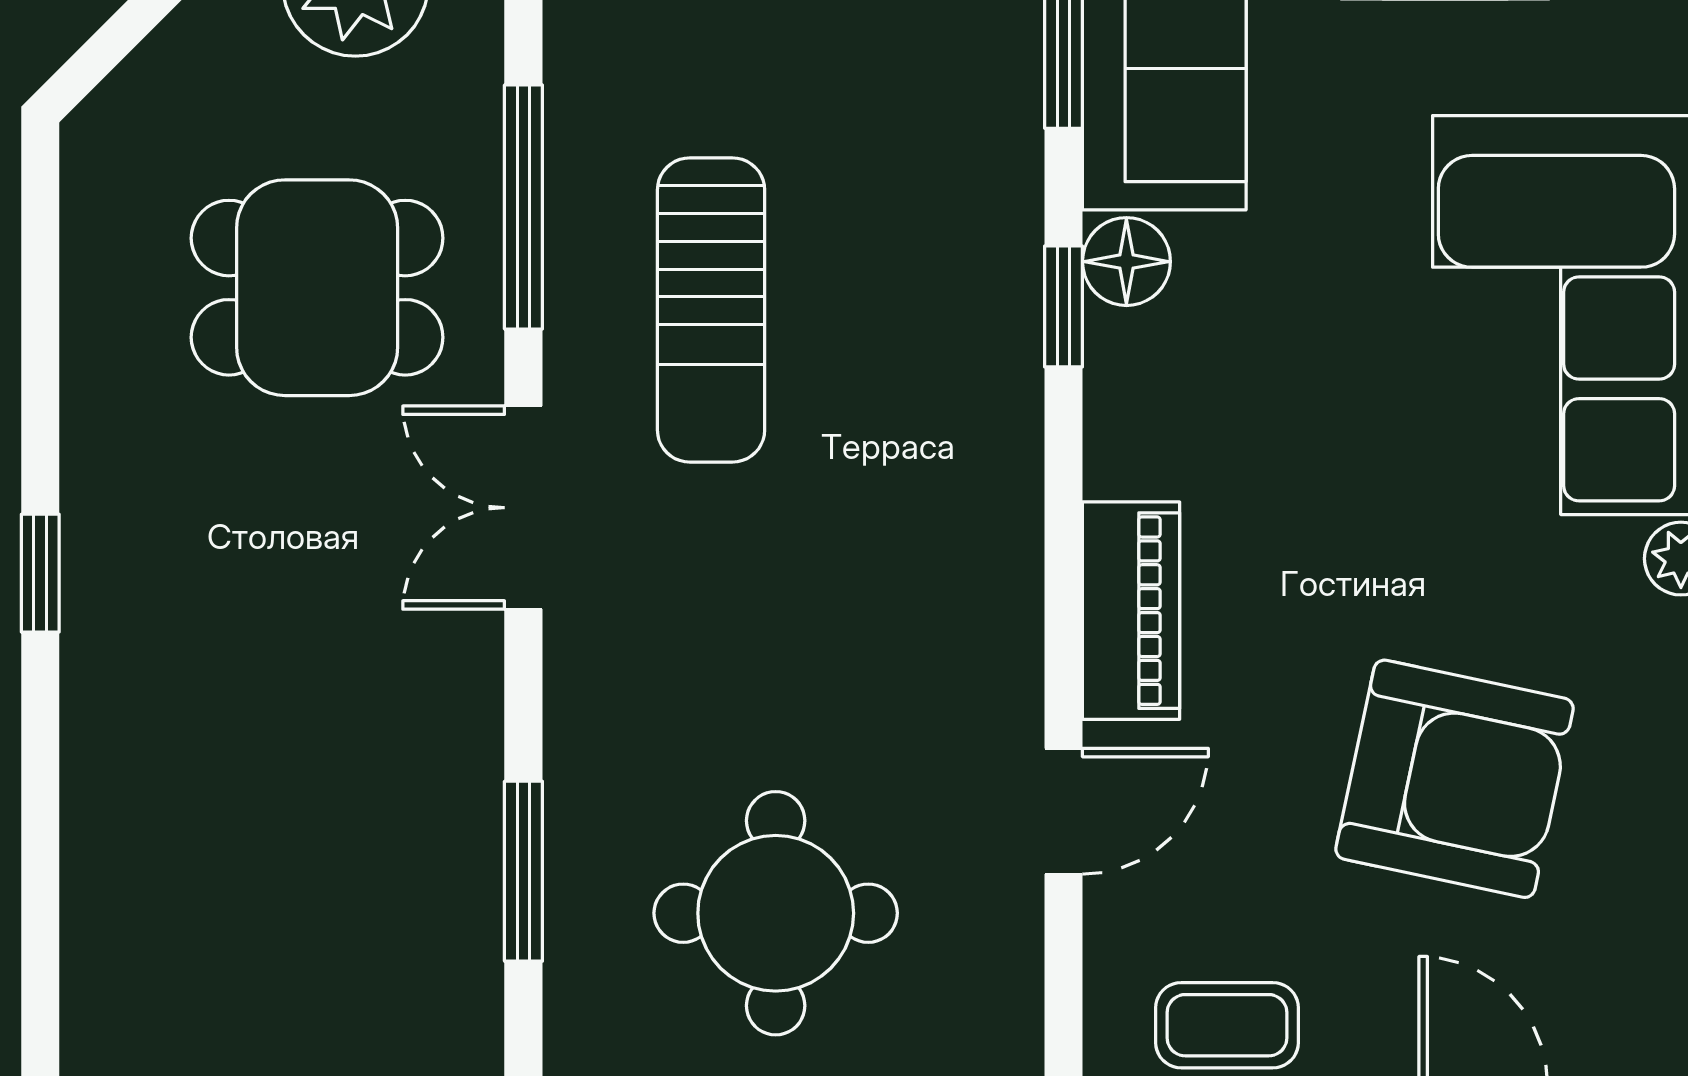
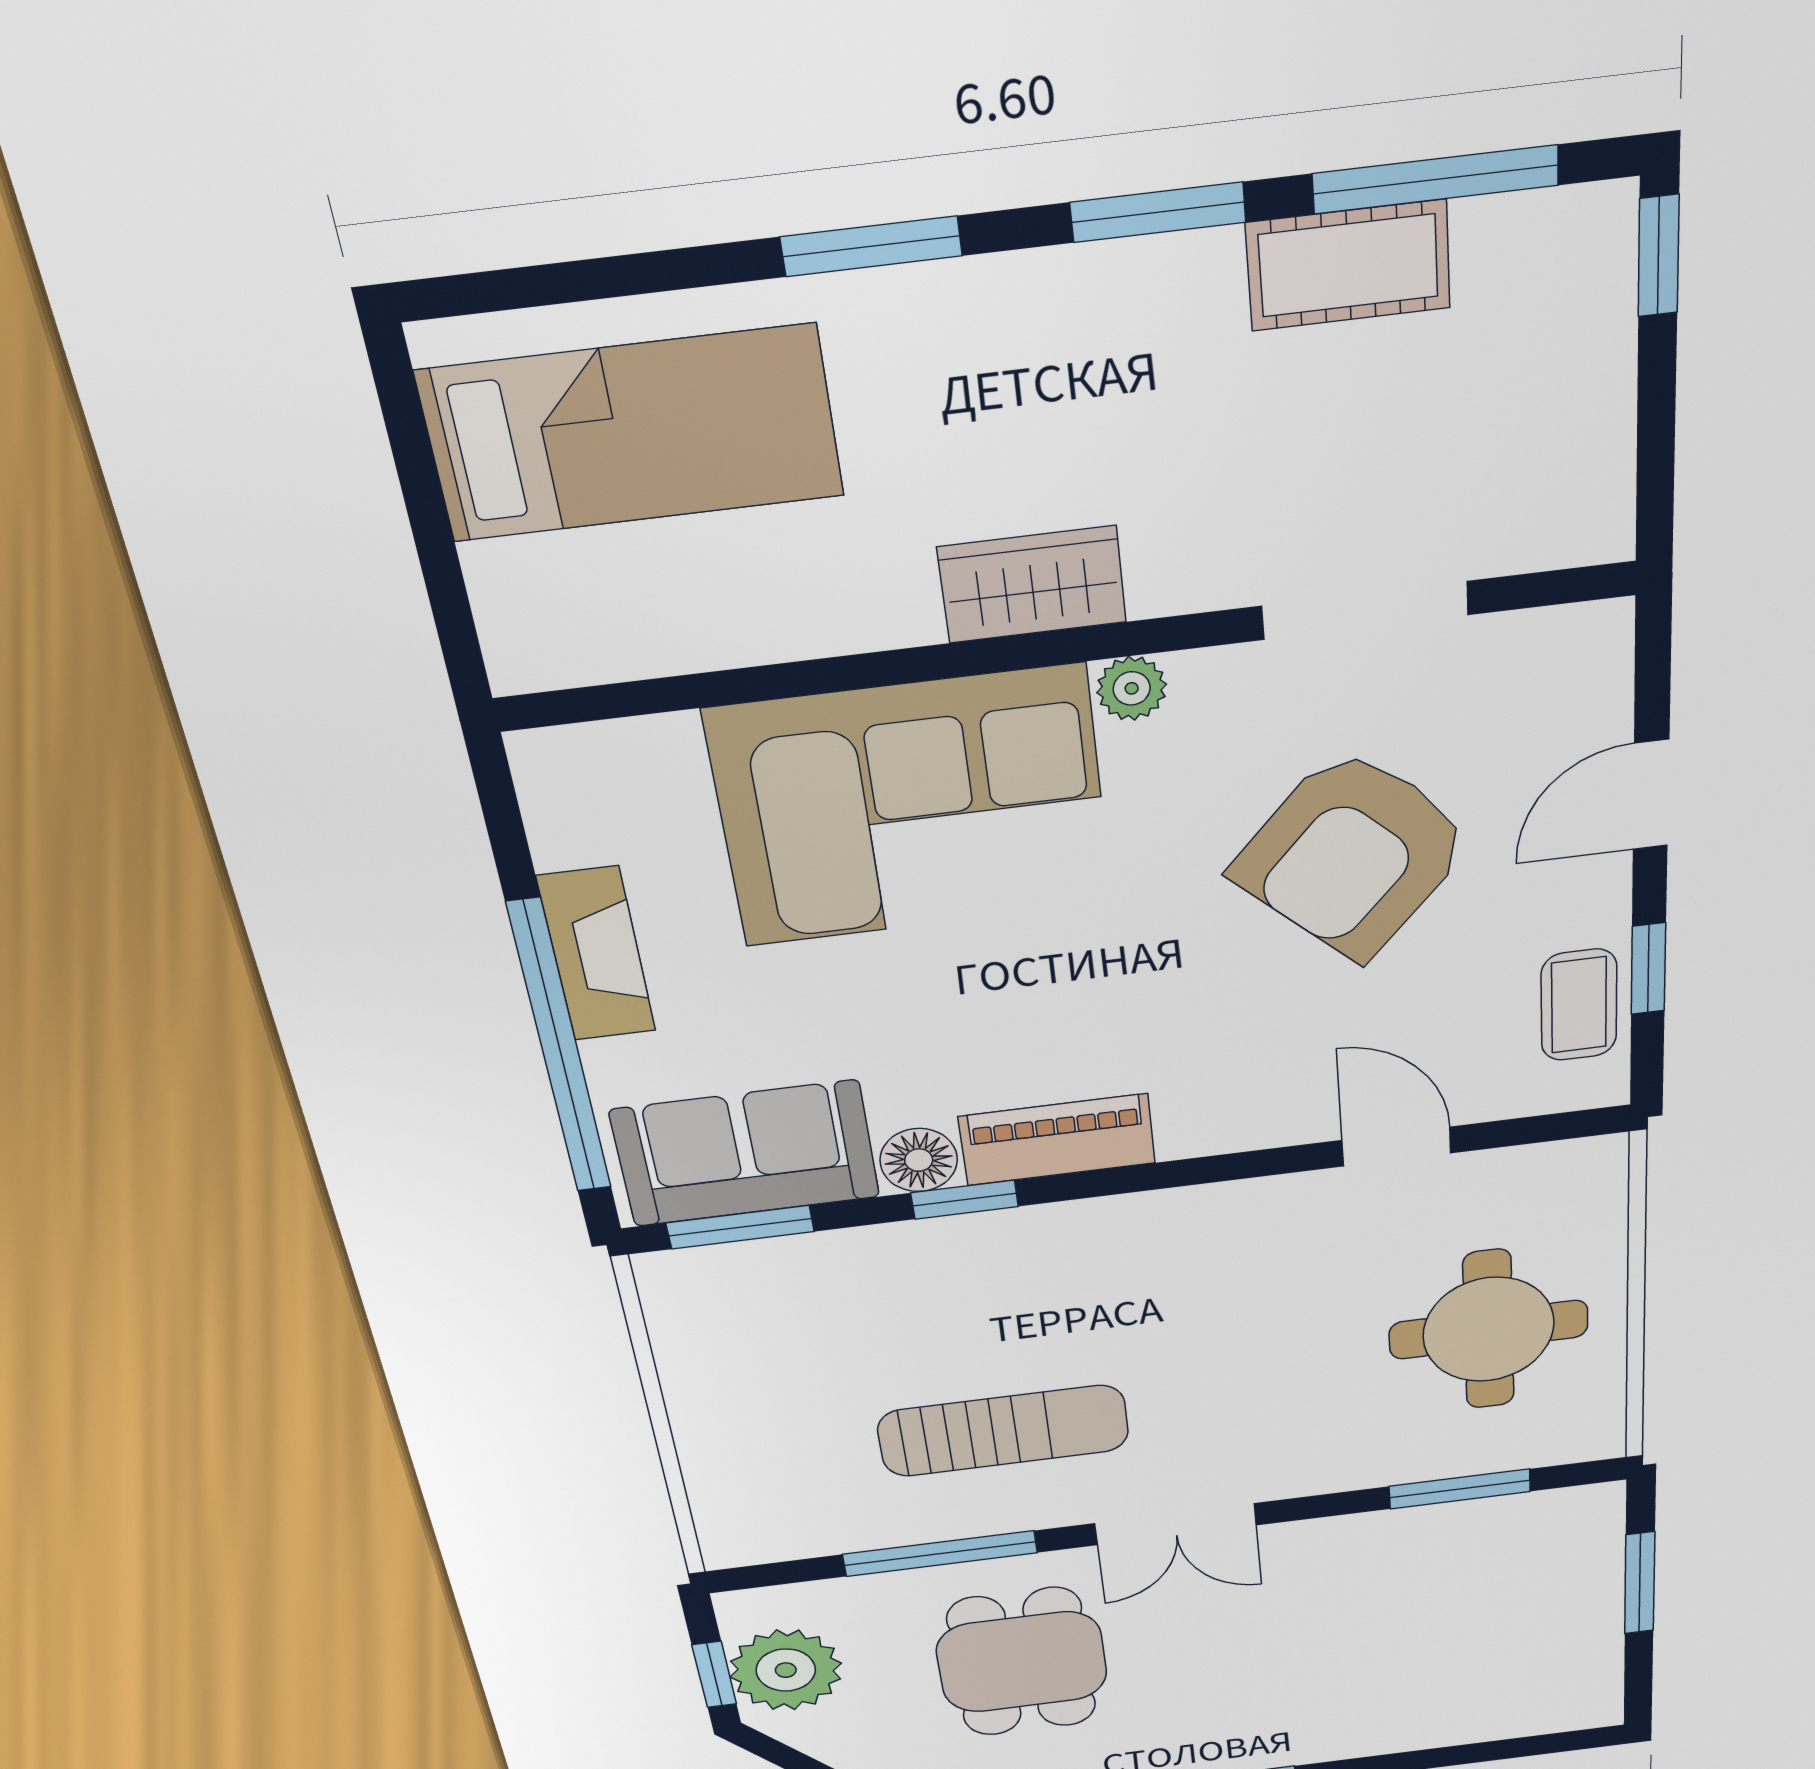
piano: (1131, 611) -> (1057, 1140), moved
armchair: (1455, 779) -> (1353, 855), turned -149

